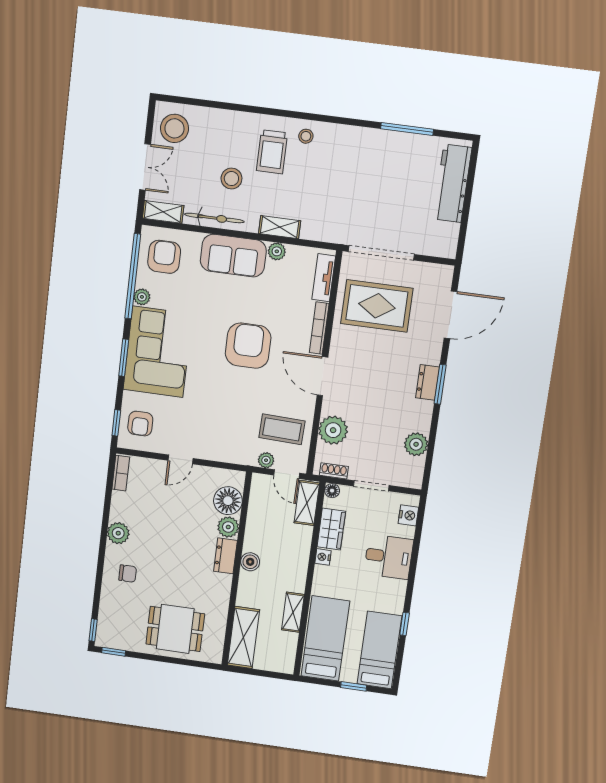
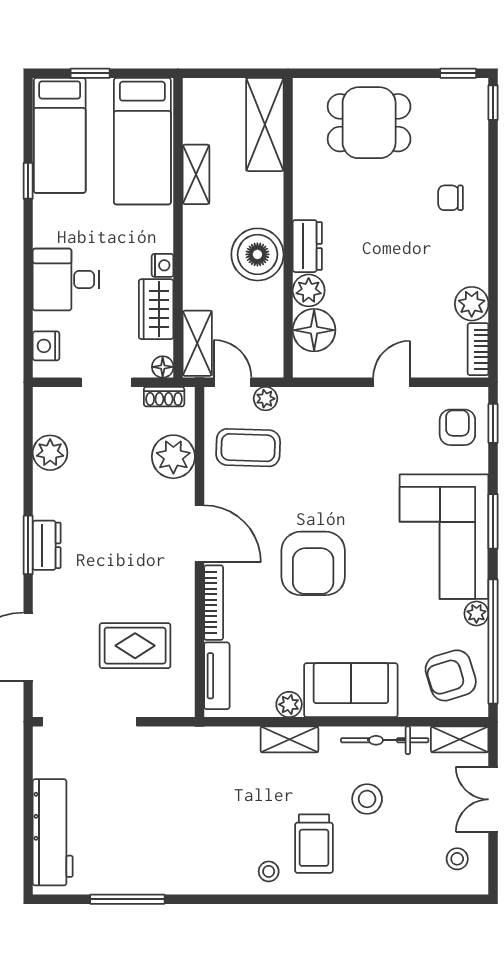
stool: (174, 128) -> (457, 859), width x0.53, depth x0.53
trolley: (272, 152) -> (314, 844), turned 180
doorway: (381, 253) -> (90, 722), moved
armchair: (164, 257) -> (451, 675), turned 73
rug: (377, 306) -> (135, 646), width x0.73, depth x0.70
plant: (118, 533) -> (472, 304), moved
boiler: (250, 562) -> (257, 254), width x1.86, depth x1.86

